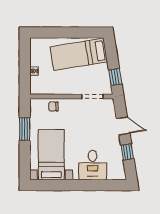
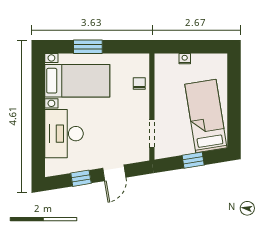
window: (115, 77) -> (193, 160), moved
window: (25, 129) -> (88, 47), moved
desk: (93, 165) -> (64, 134), width x1.37

